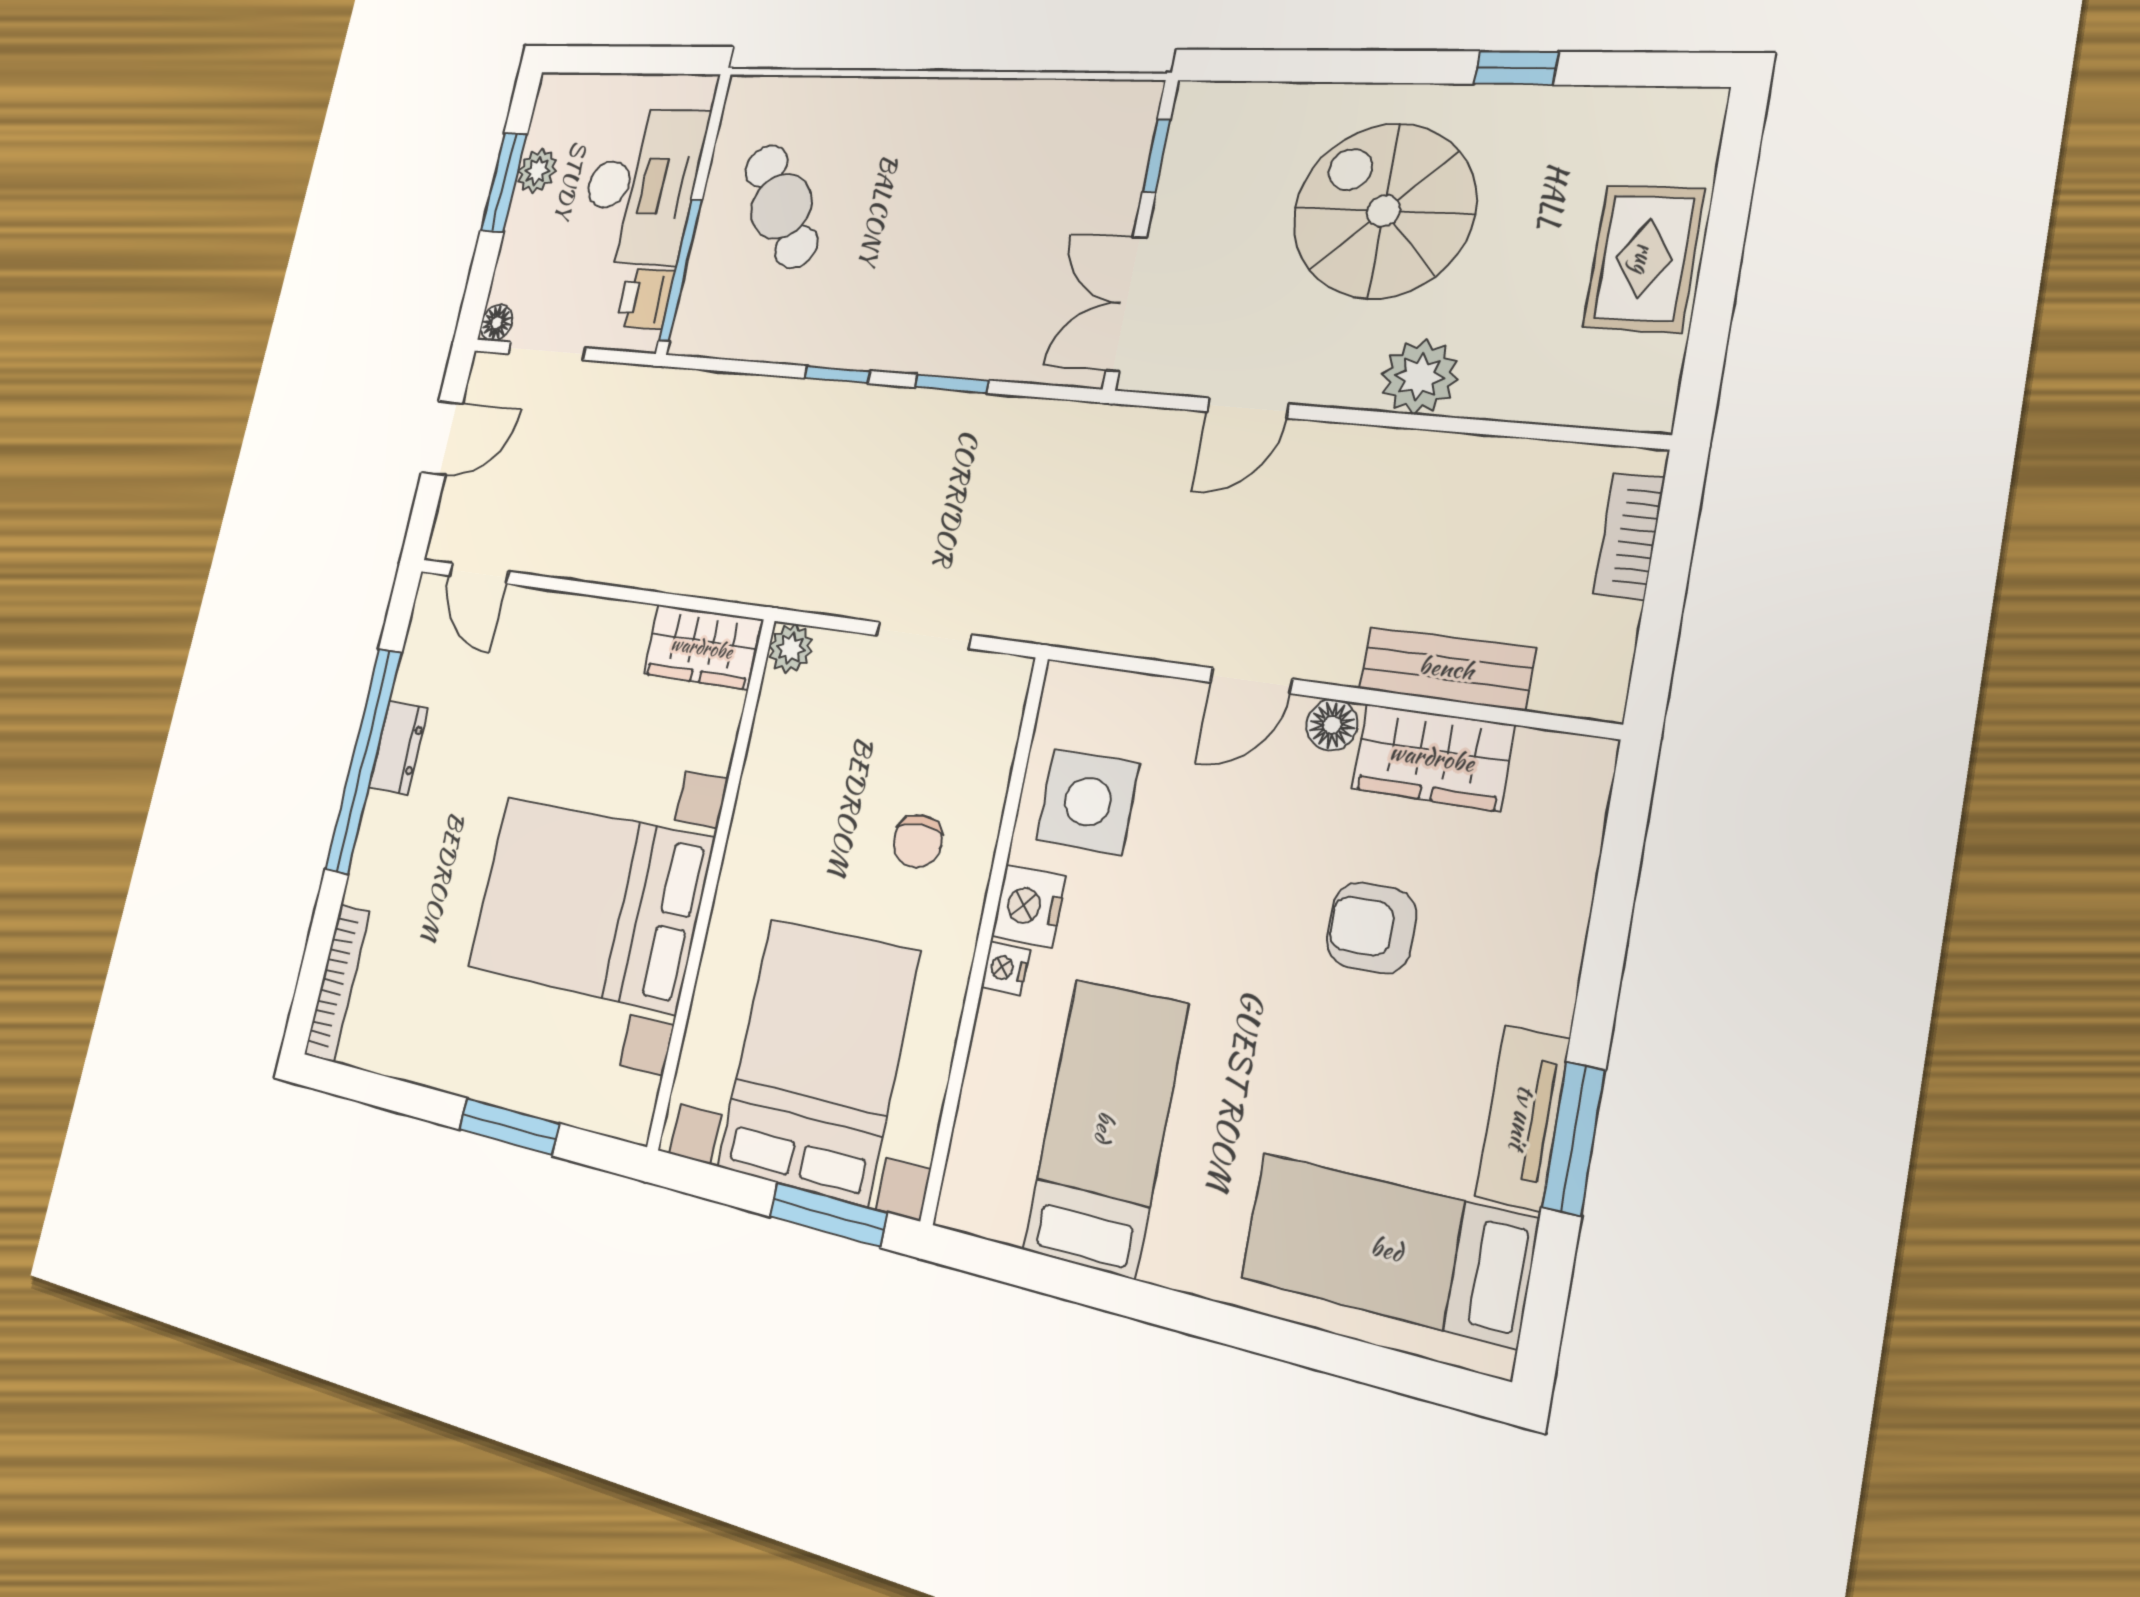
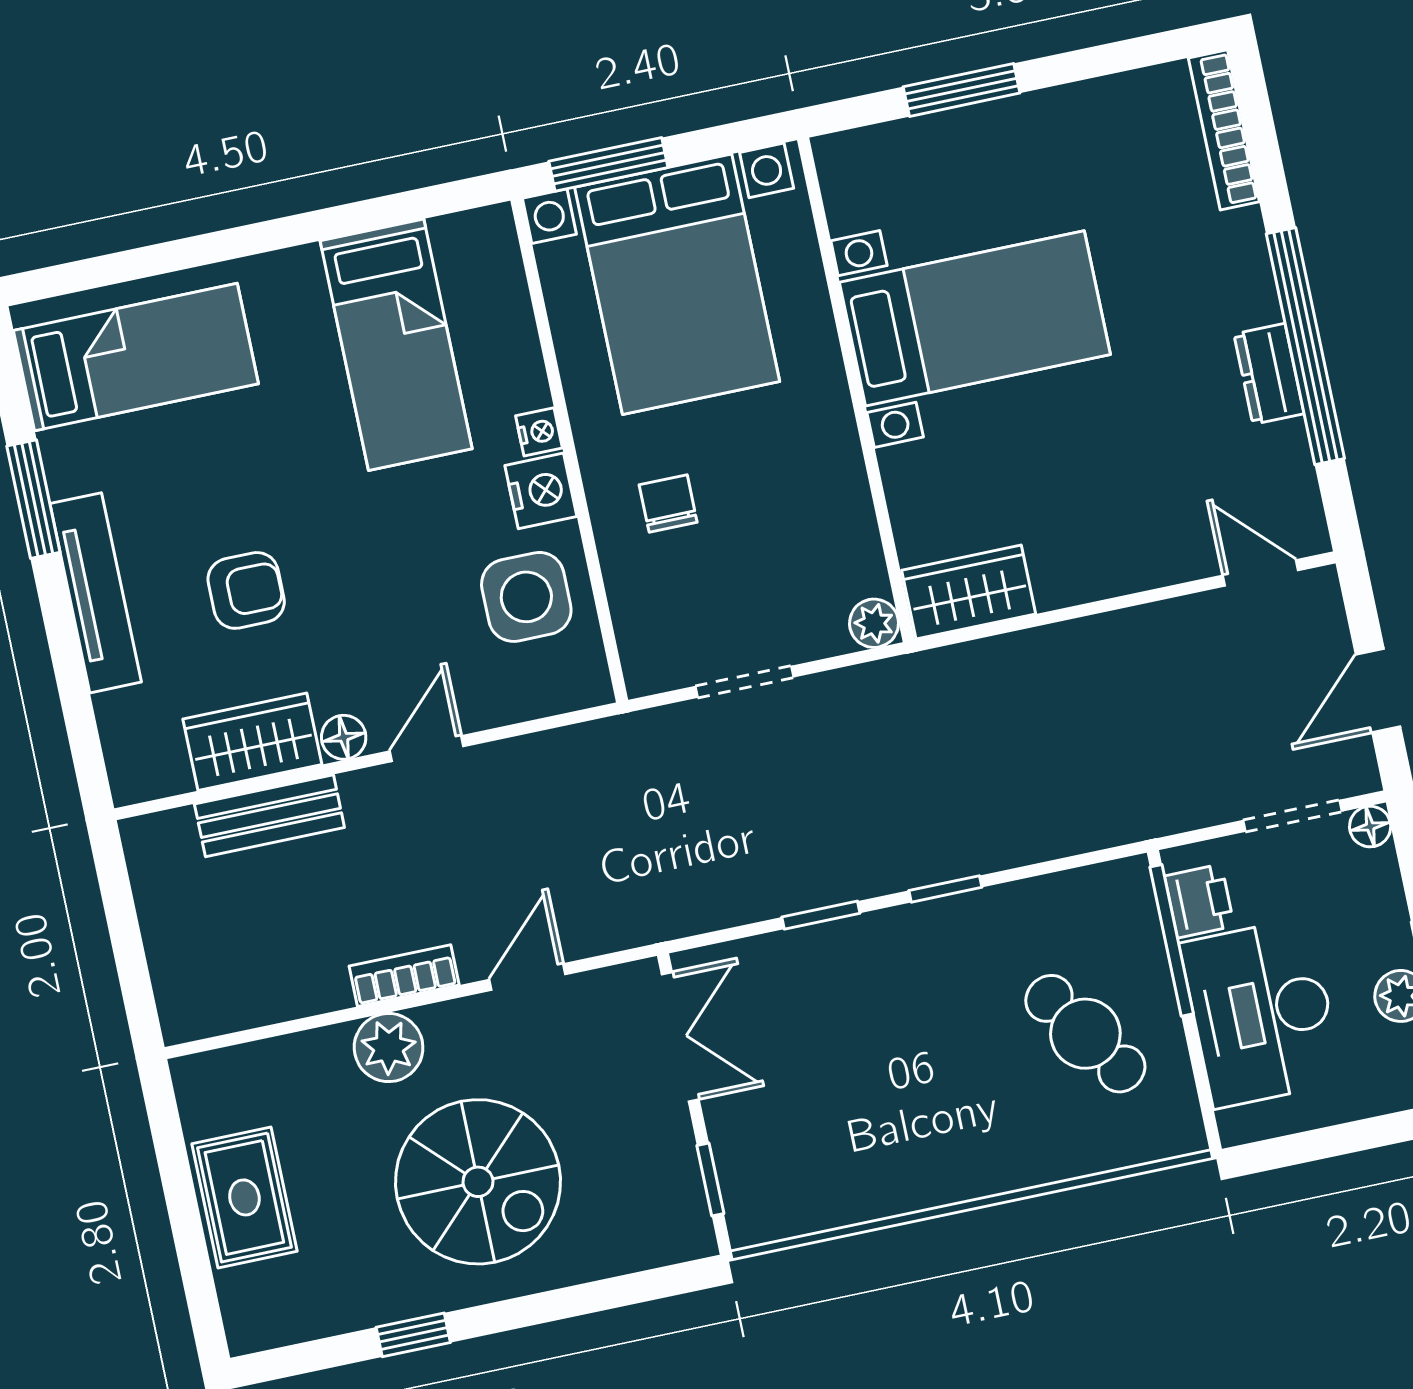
bookcase: (1629, 536) -> (404, 976), moved, turned -90
bed with nightstands: (590, 903) -> (975, 318), width x0.73
tv unit: (1523, 1118) -> (96, 593), moved, width x1.41

